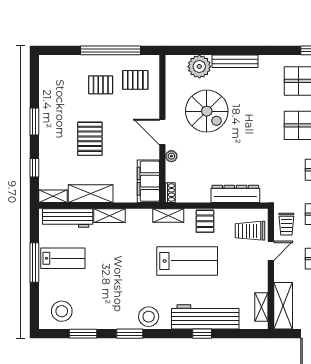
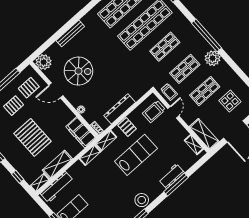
plant: (199, 67) -> (44, 62), moved
door: (162, 132) -> (56, 90), moved
pallet: (90, 139) -> (32, 137), width x1.37, depth x1.41
dresser: (235, 194) -> (120, 109), moved
shelving: (110, 216) -> (90, 155), moved
workbench: (205, 317) -> (171, 176), width x0.53, depth x0.76
window: (202, 334) -> (176, 184), width x2.17

